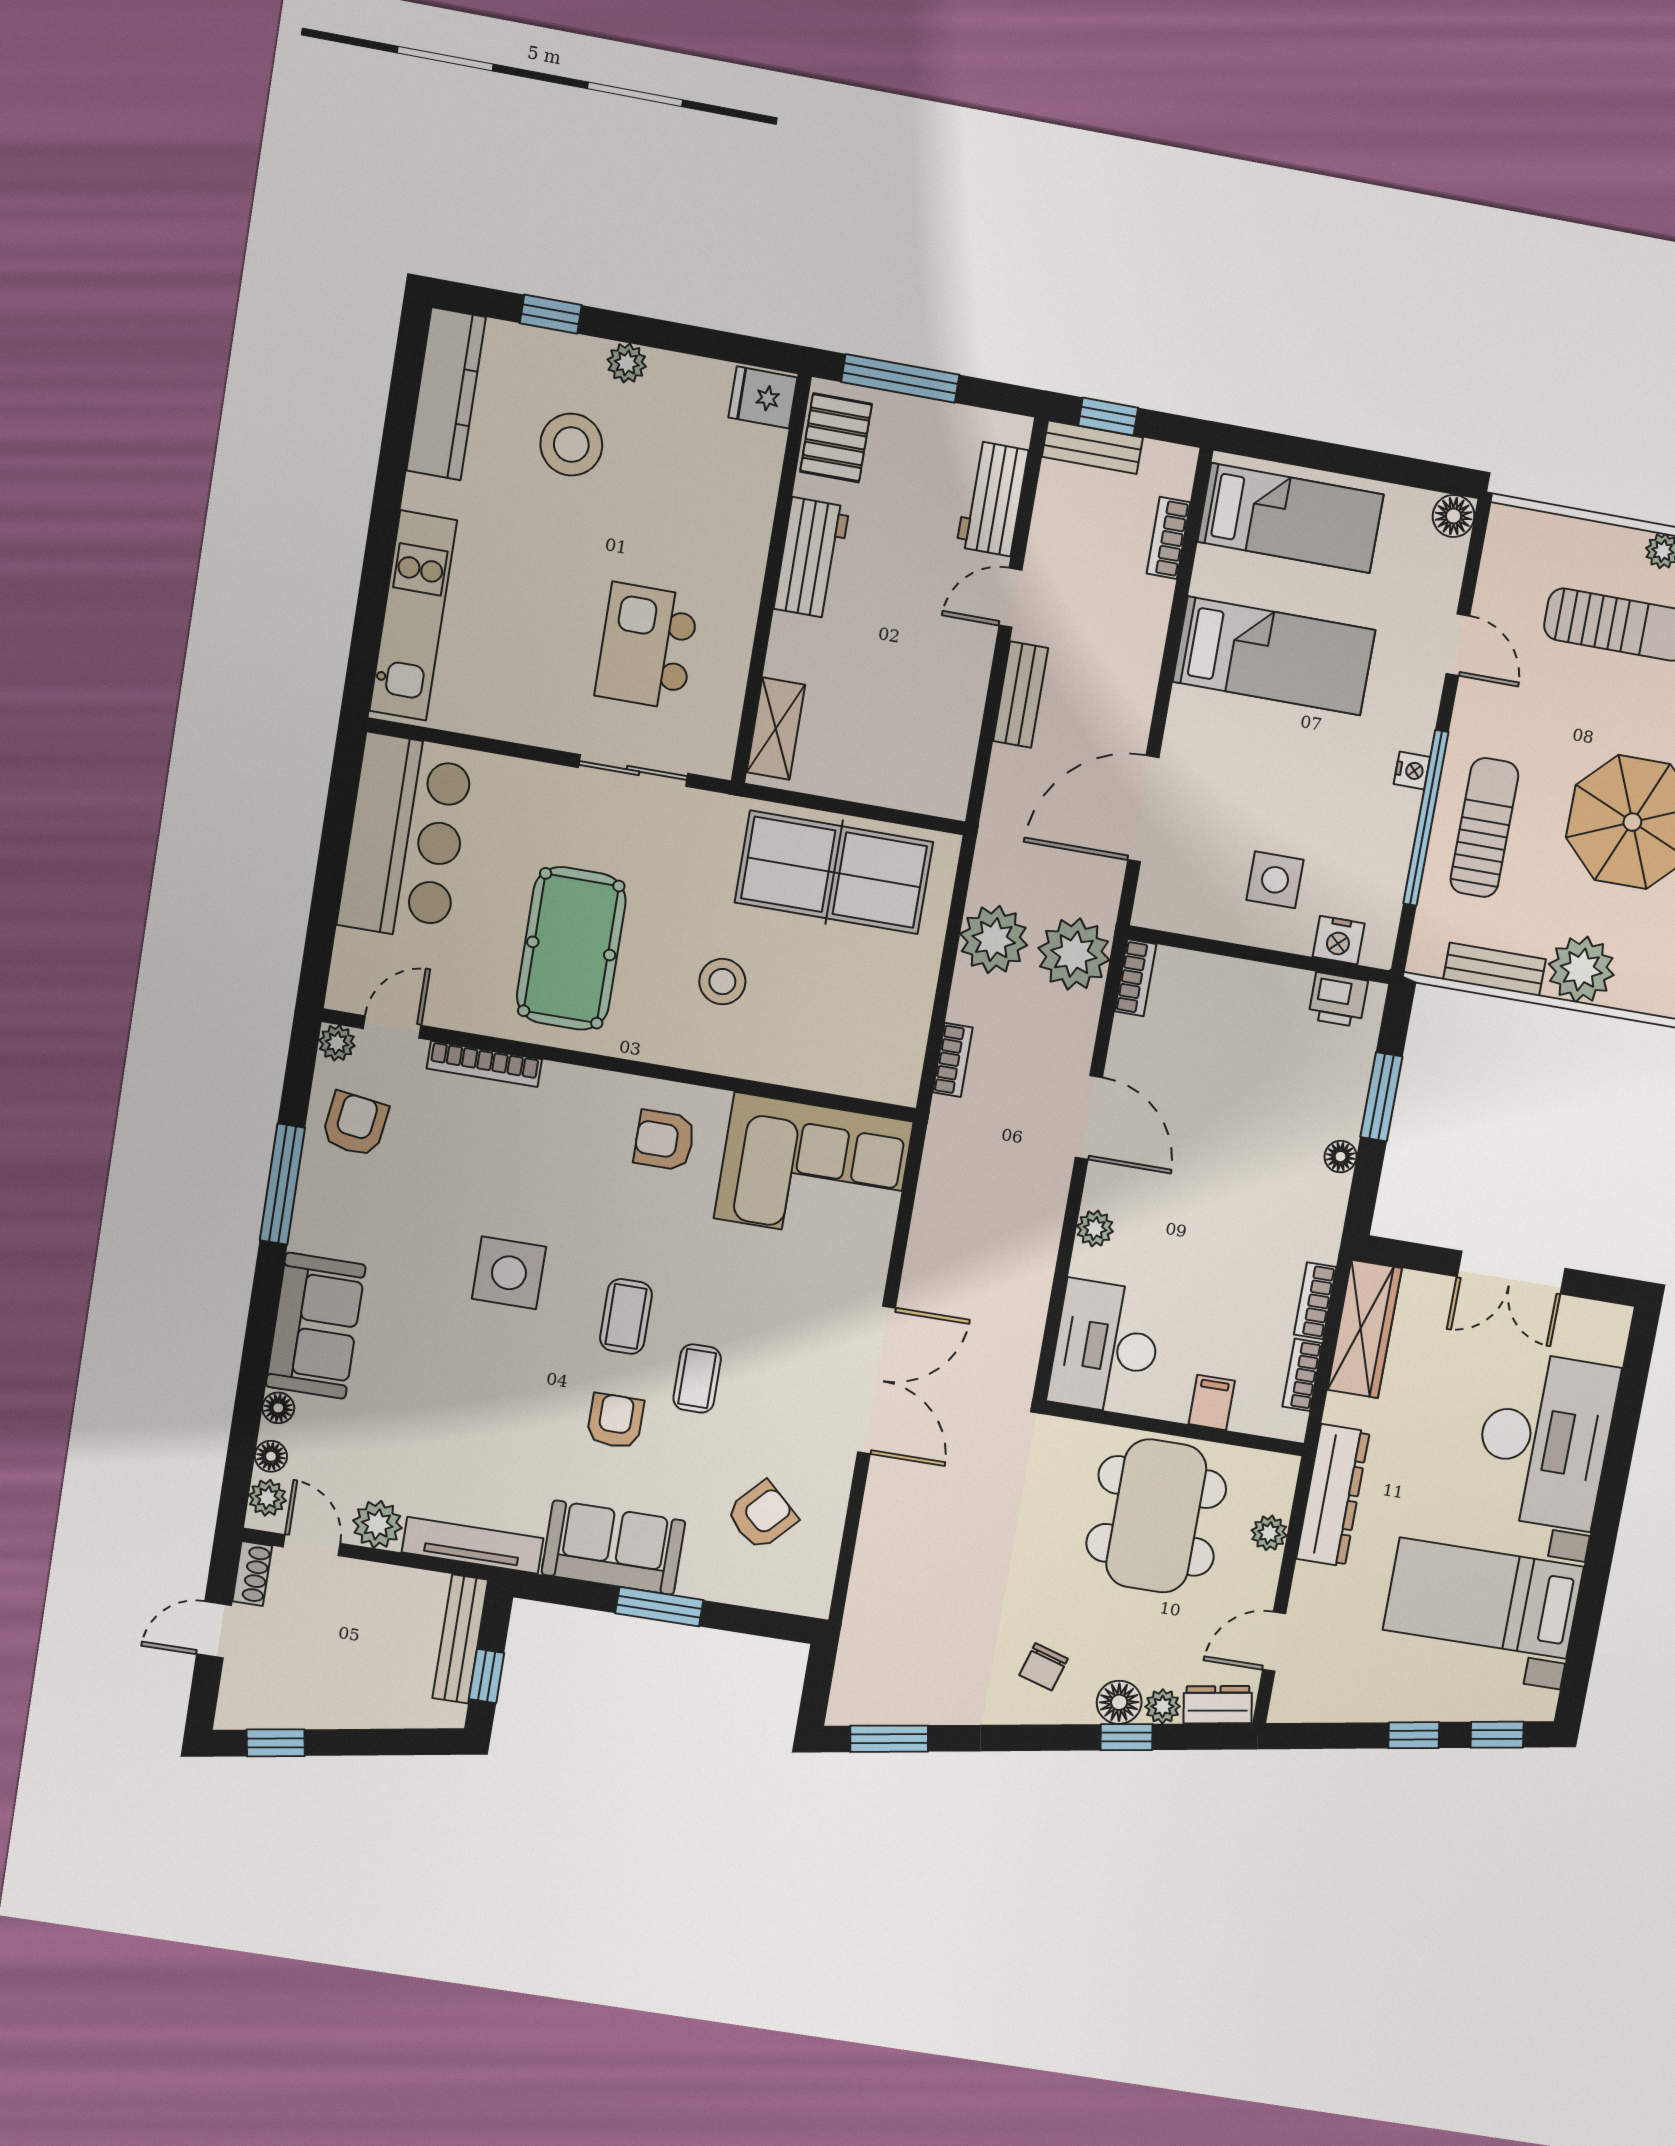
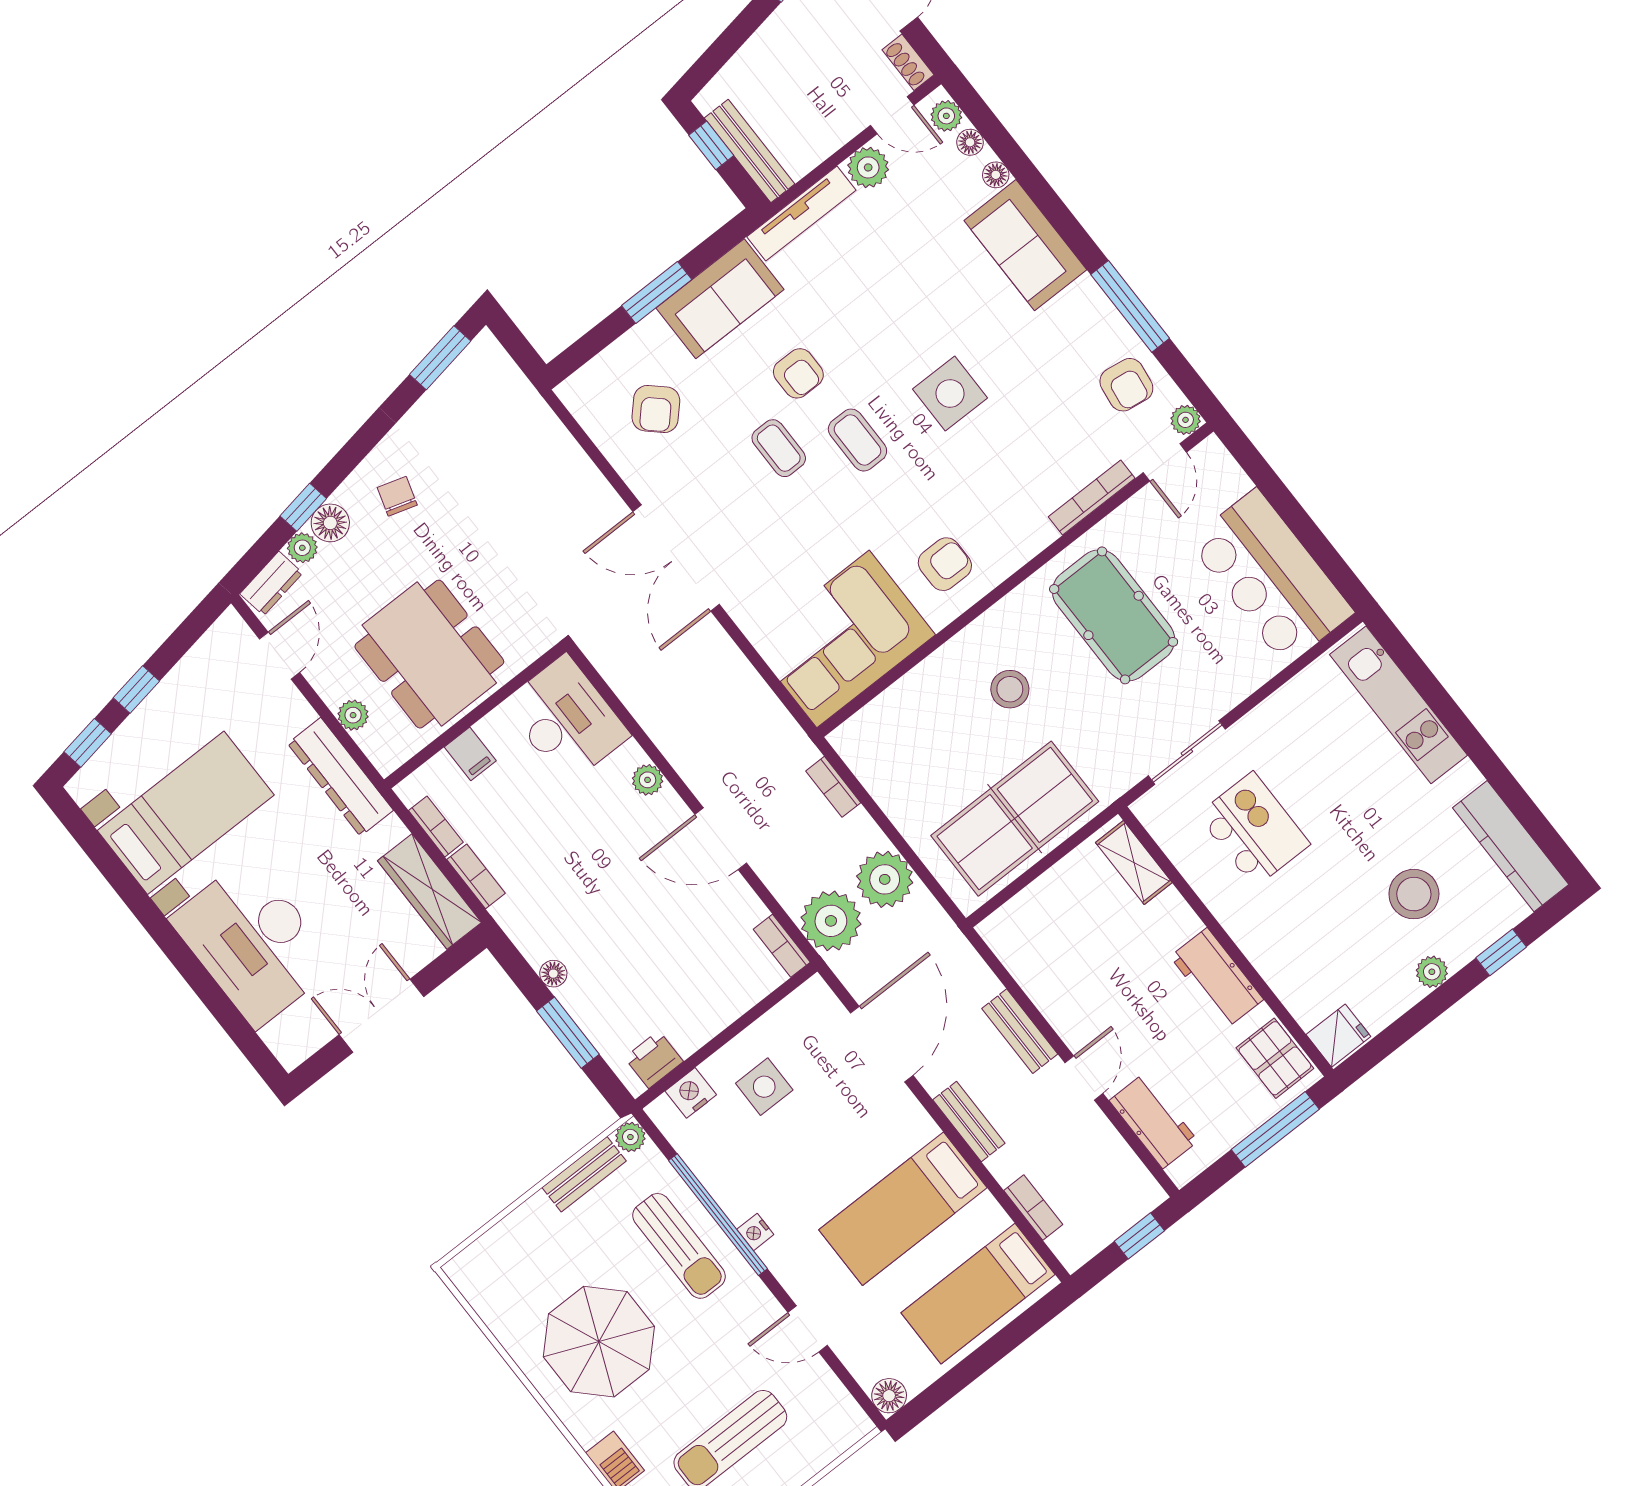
bench: (1092, 447) -> (969, 1121), moved, turned 90
plant: (1581, 969) -> (630, 1137), moved, width x0.53, depth x0.53

